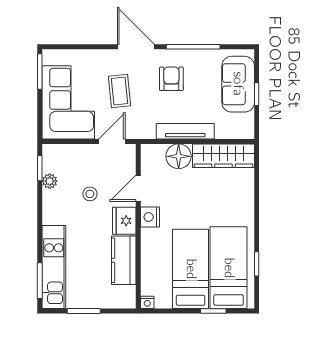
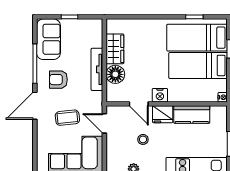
sofa: (238, 84) -> (48, 39), moved, turned -90
wardrobe: (223, 156) -> (115, 49), width x0.67

